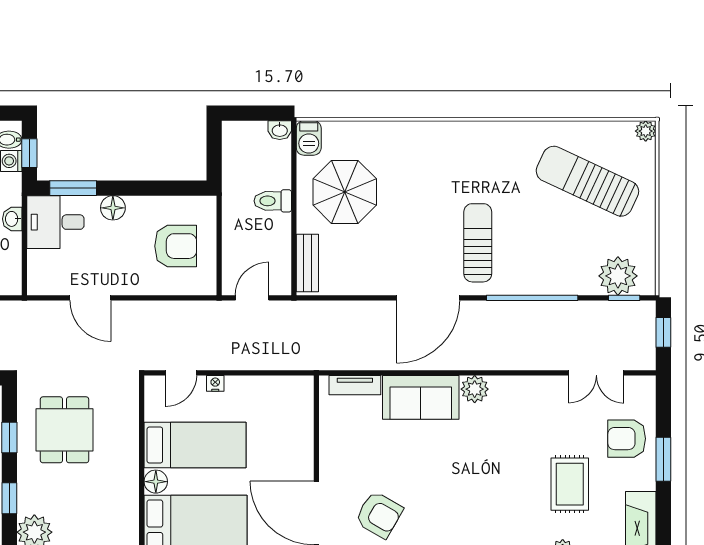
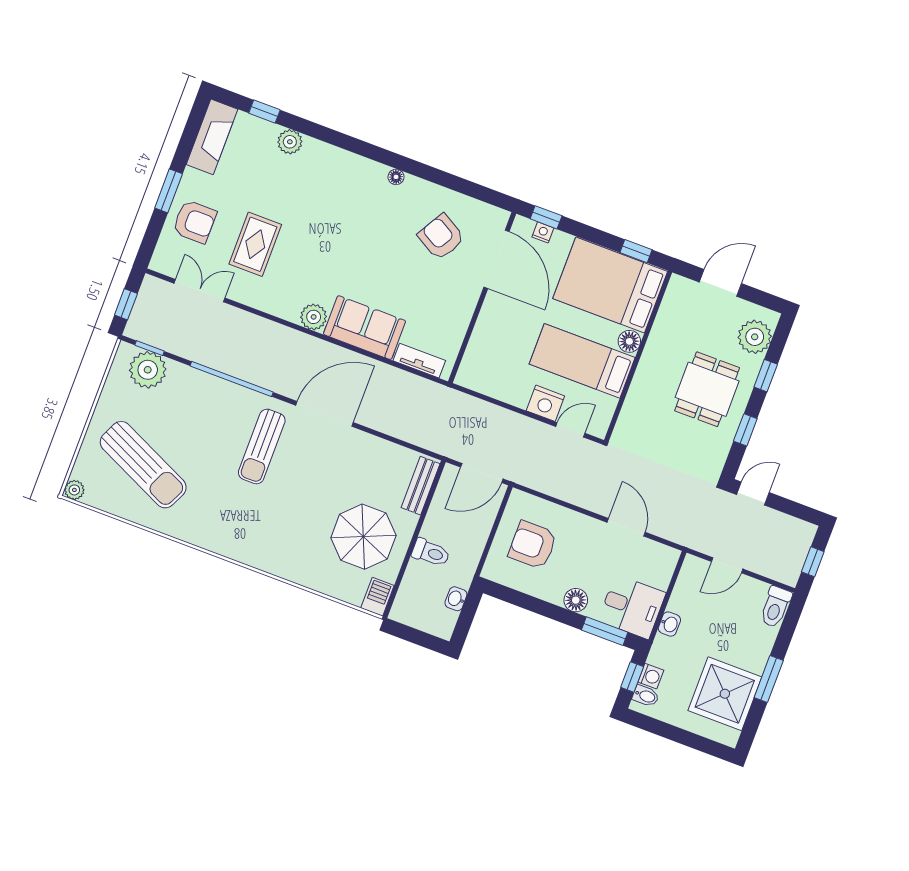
washbasin: (280, 130) -> (456, 599), moved, turned -90
door: (252, 298) -> (482, 473), width x1.38
nightstand: (215, 383) -> (545, 403), width x1.89, depth x1.79
dining table: (65, 430) -> (707, 389), moved
rug: (570, 484) -> (255, 244), moved

